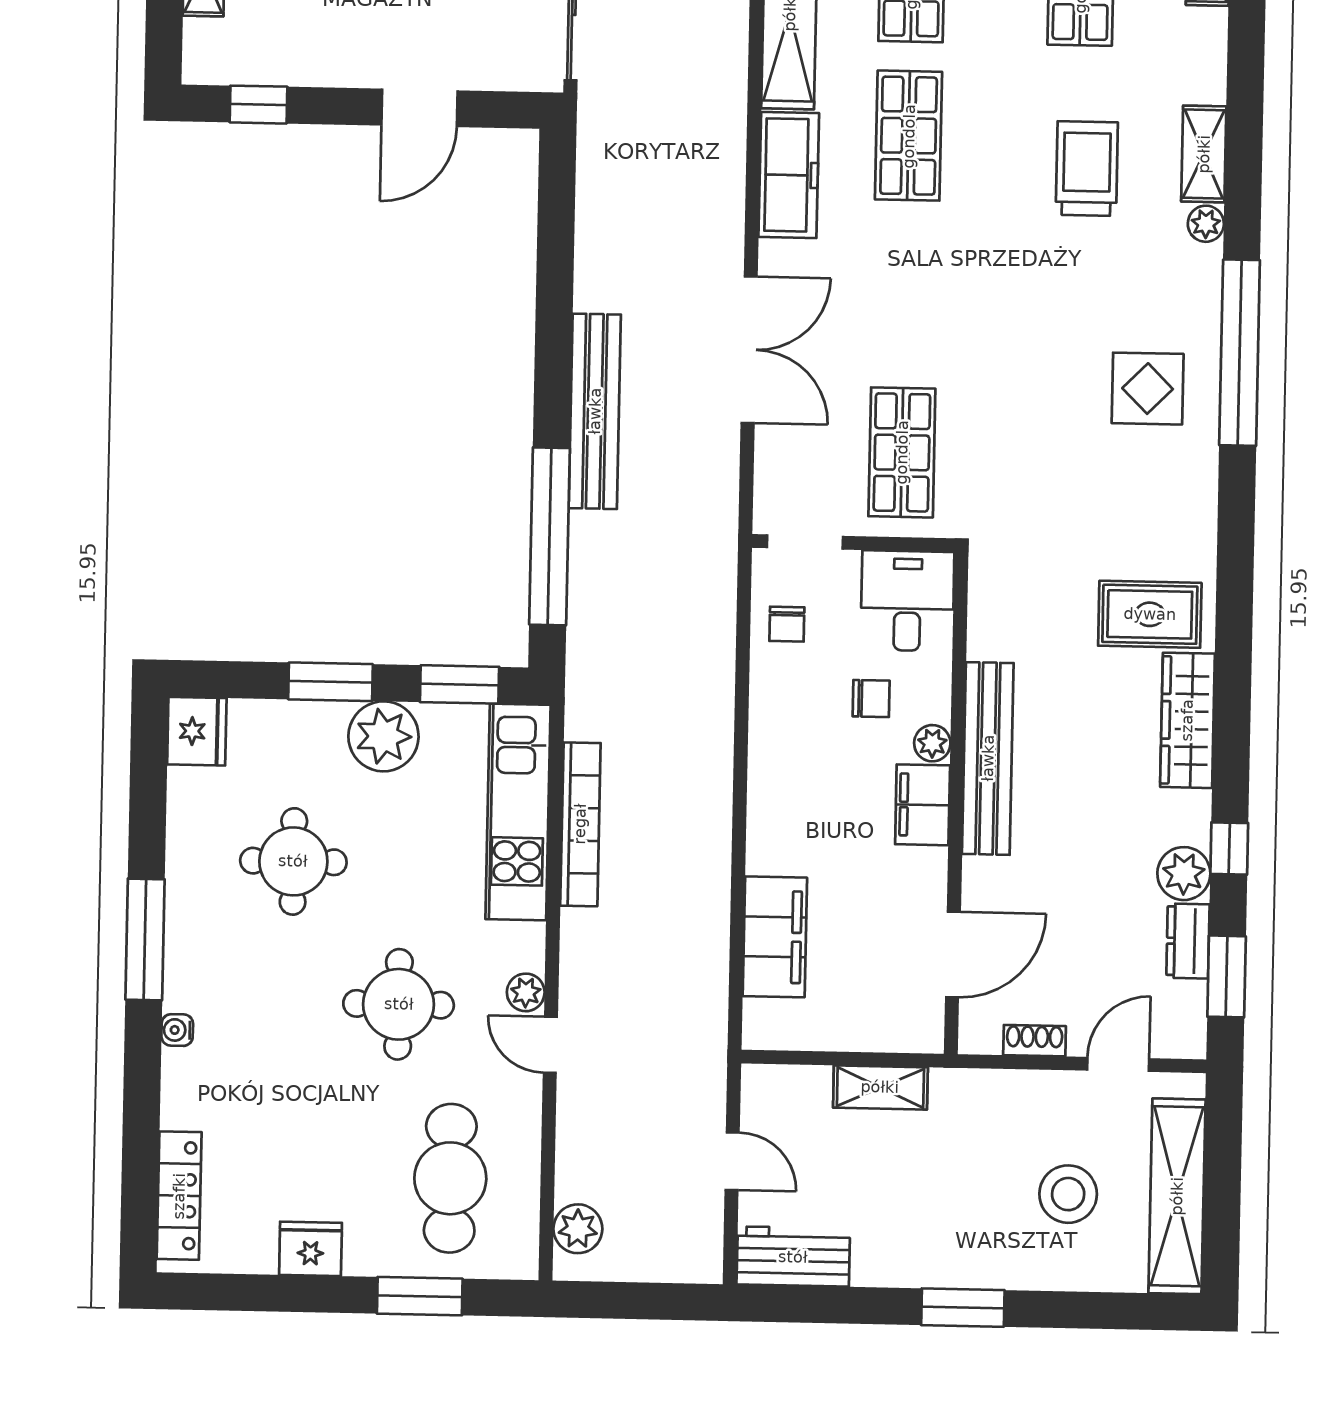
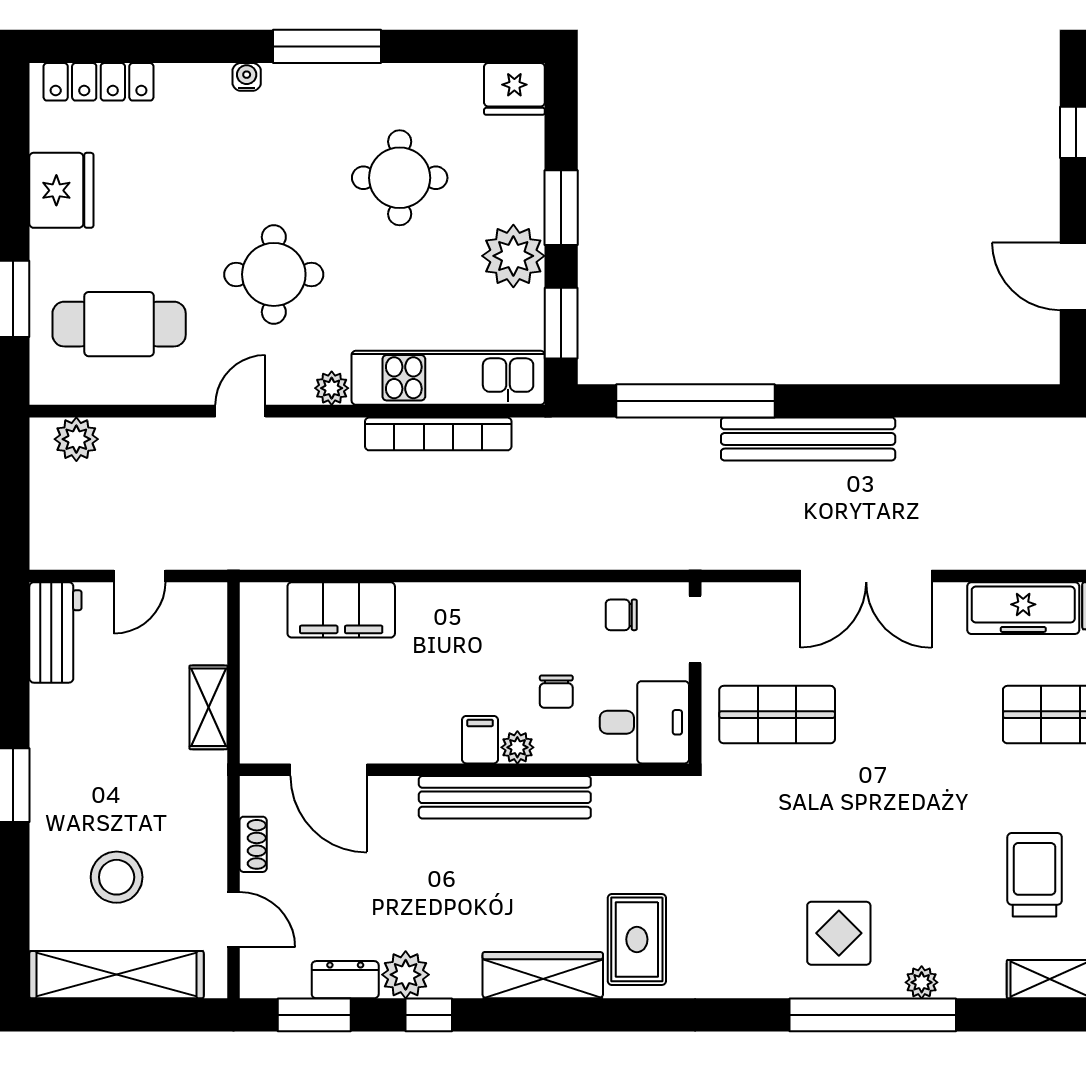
trolley: (1087, 169) -> (1035, 875), turned -90
plant: (1206, 224) -> (922, 982), moved
filing cabinet: (923, 805) -> (480, 740), width x0.50
plant: (526, 992) -> (332, 388), moved
fridge: (310, 1249) -> (61, 190), width x1.36, depth x1.34

